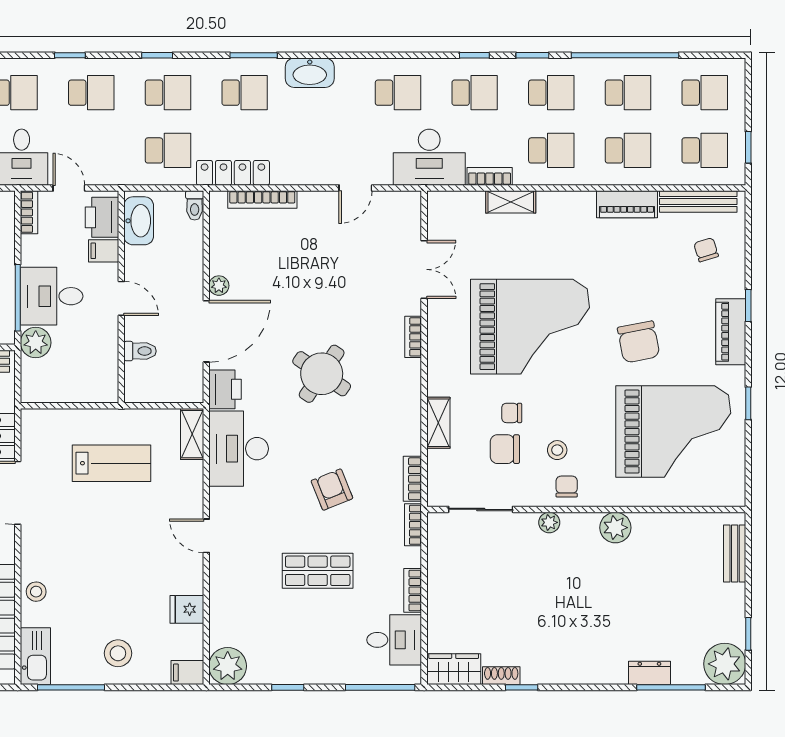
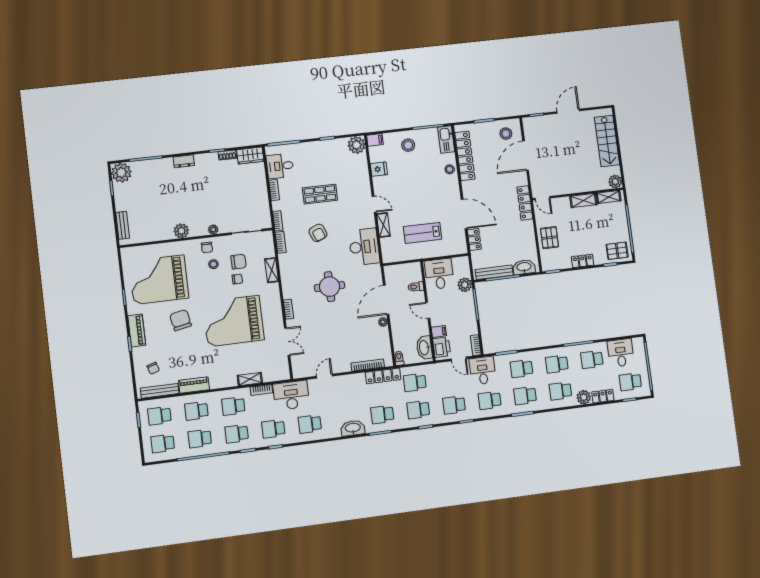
double door: (424, 269) -> (287, 342), swing flipped
desk: (52, 296) -> (439, 274), moved, turned -90
round table: (322, 374) -> (330, 287), turned -34
printer: (225, 389) -> (374, 274), removed
shelving: (192, 434) -> (383, 225), moved
dresser: (649, 673) -> (184, 161), moved

